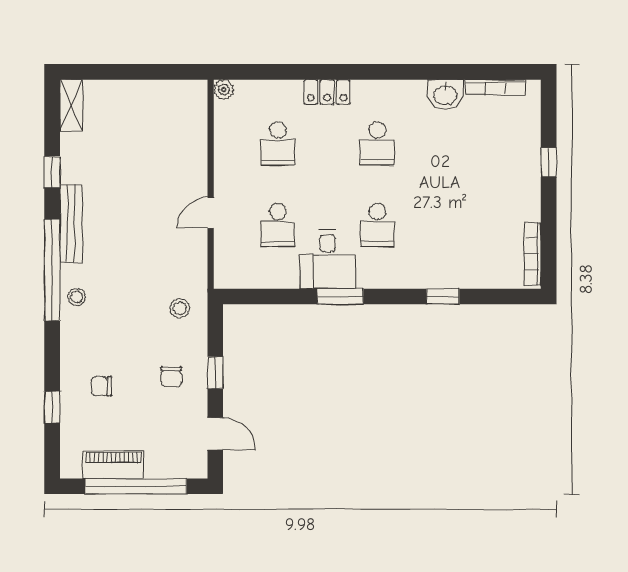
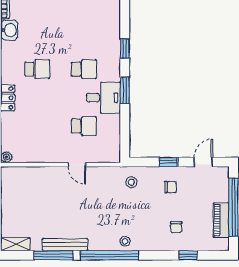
school desk: (278, 143) -> (37, 126), removed
window: (52, 172) -> (54, 255), width x2.17
bench: (71, 223) -> (65, 245), moved
window: (443, 297) -> (125, 49), moved

